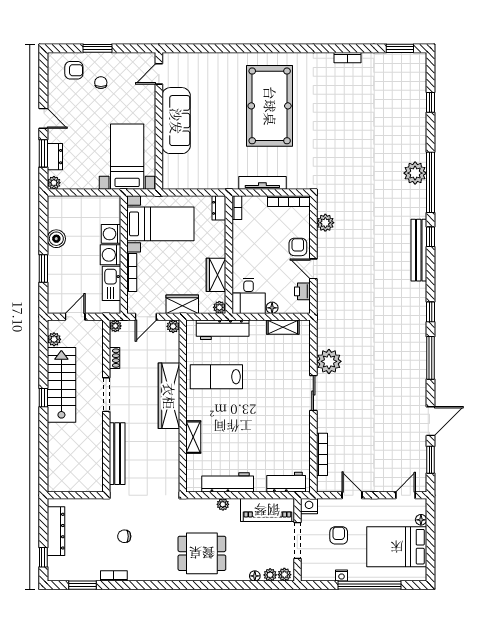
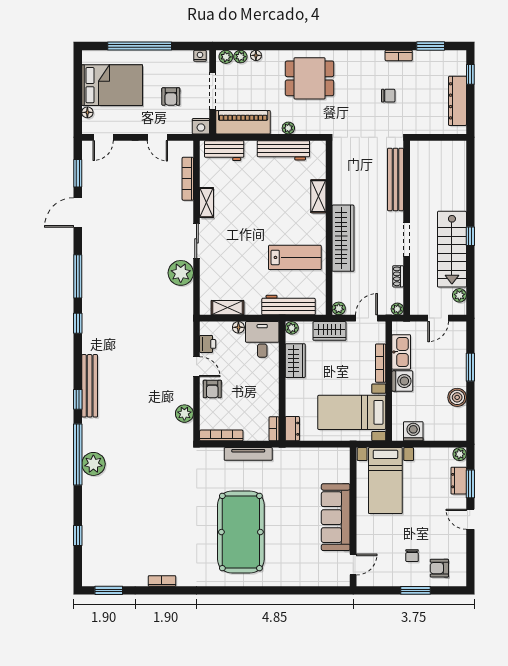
washing machine: (111, 234) -> (413, 431), moved, turned -90
shelving: (303, 431) -> (207, 203), added
nightstand: (342, 576) -> (200, 56), moved

